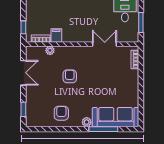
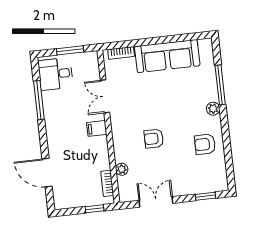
filing cabinet: (56, 36) -> (97, 128), moved
sofa: (116, 117) -> (167, 56), moved, turned -90

